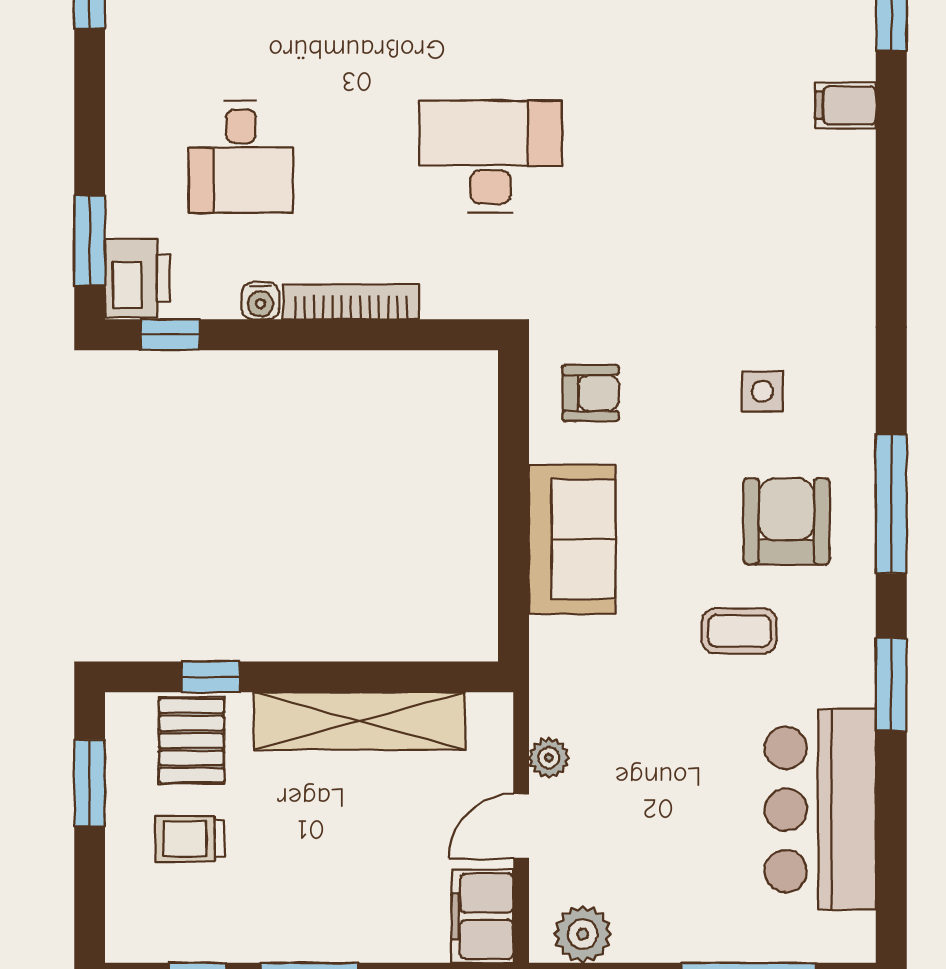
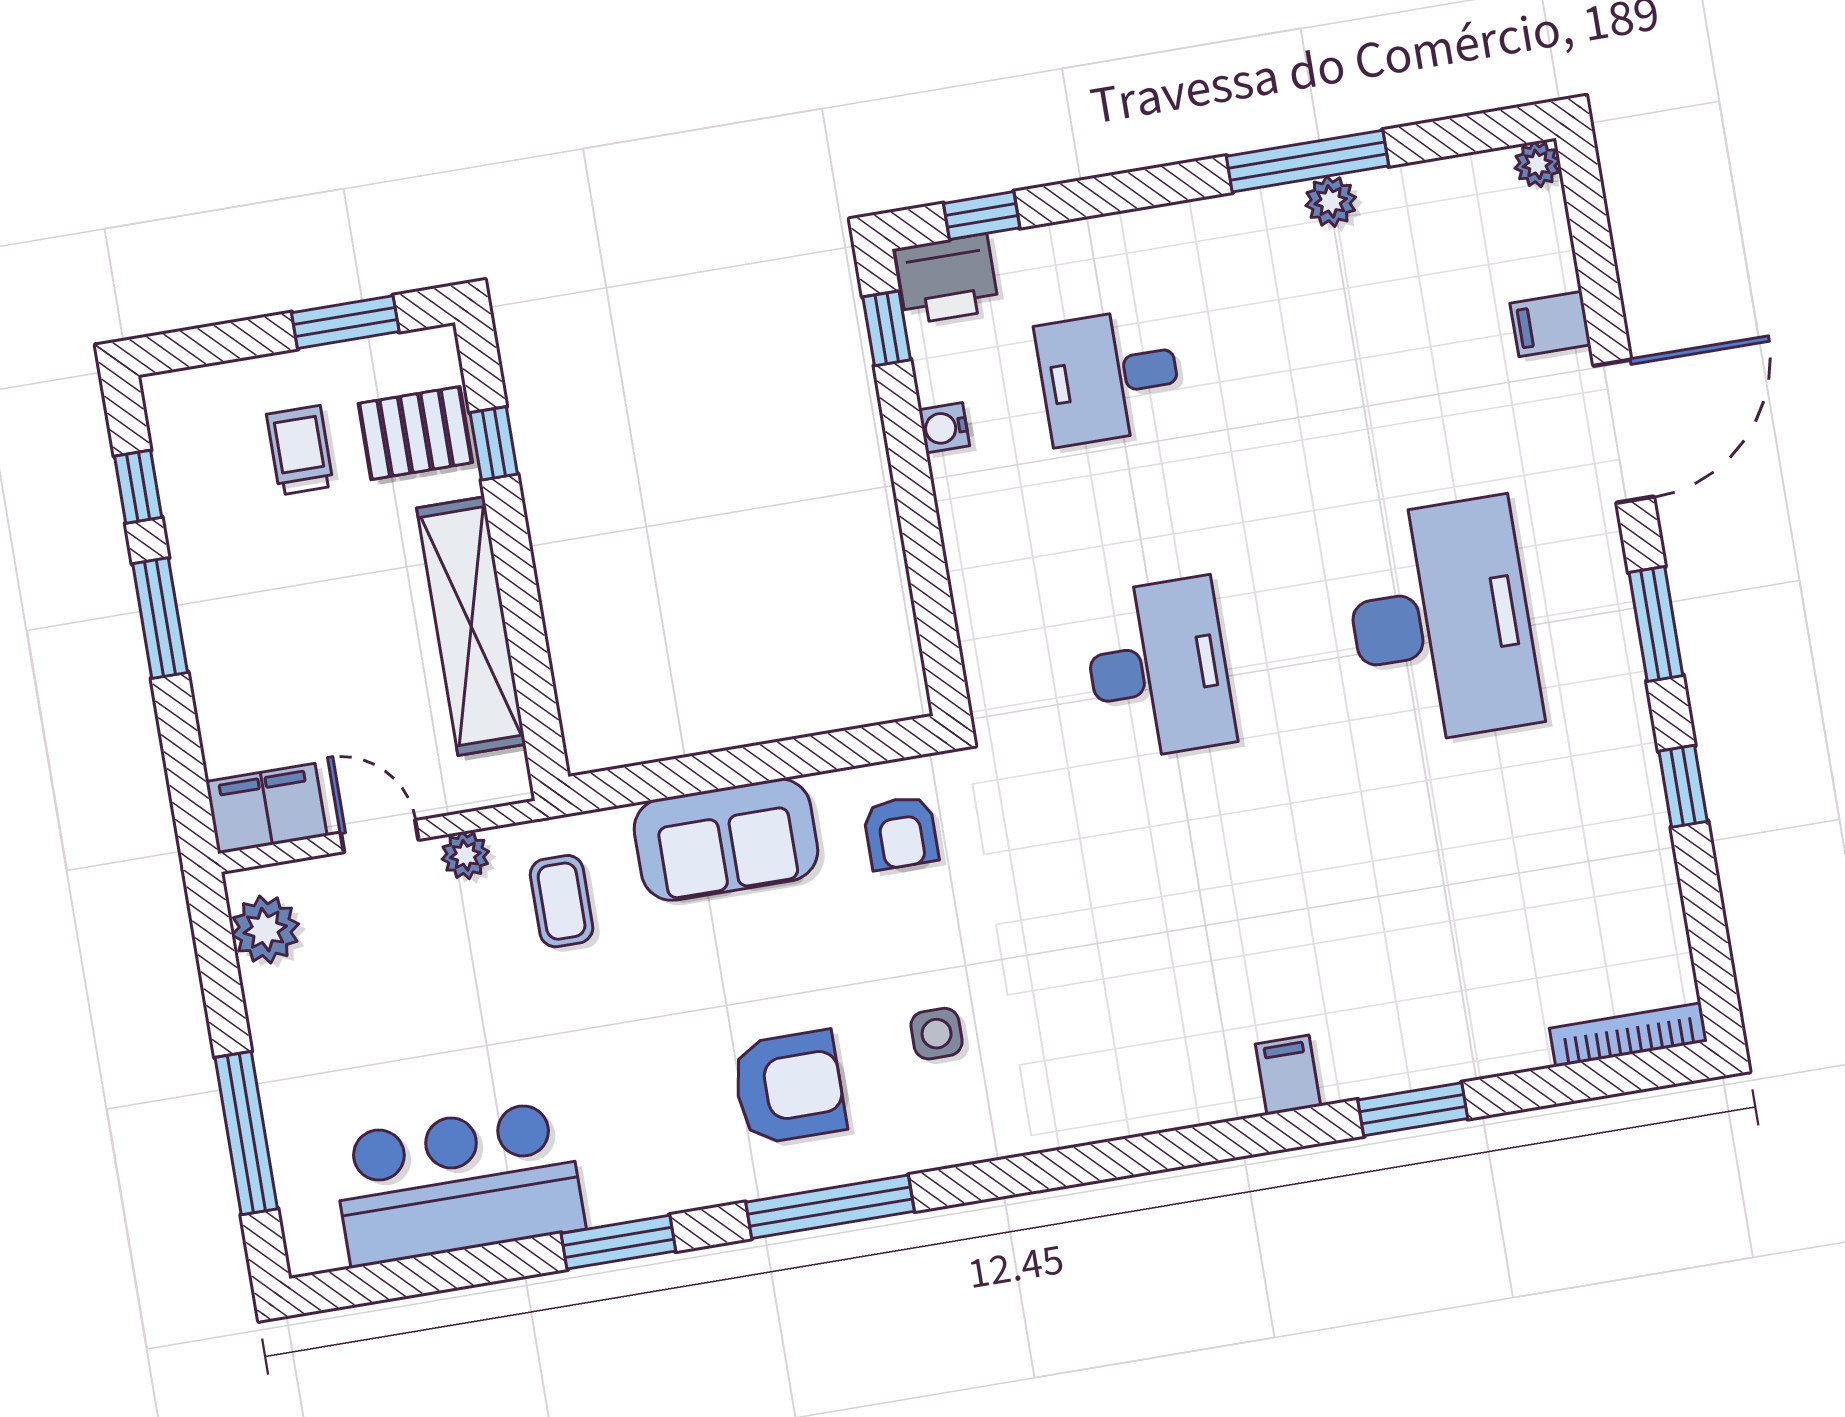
window: (90, 240) -> (982, 216), width x0.67
bookcase: (351, 302) -> (961, 534), removed
coffee table: (739, 631) -> (562, 901), moved

